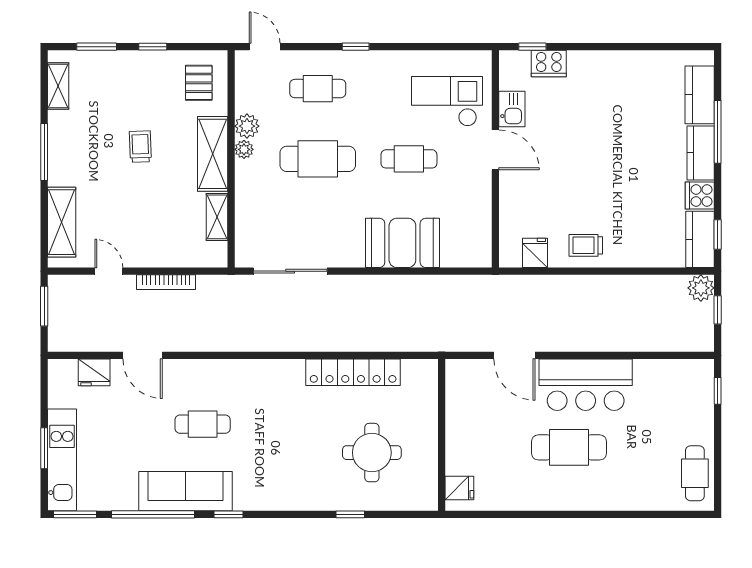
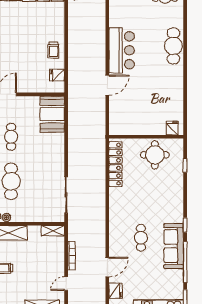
shelving: (217, 217) -> (53, 231), moved
booth: (402, 243) -> (52, 114), moved
wall: (442, 435) -> (146, 137), moved
cafe table: (569, 447) -> (173, 46), moved
fridge: (459, 488) -> (172, 128), moved

